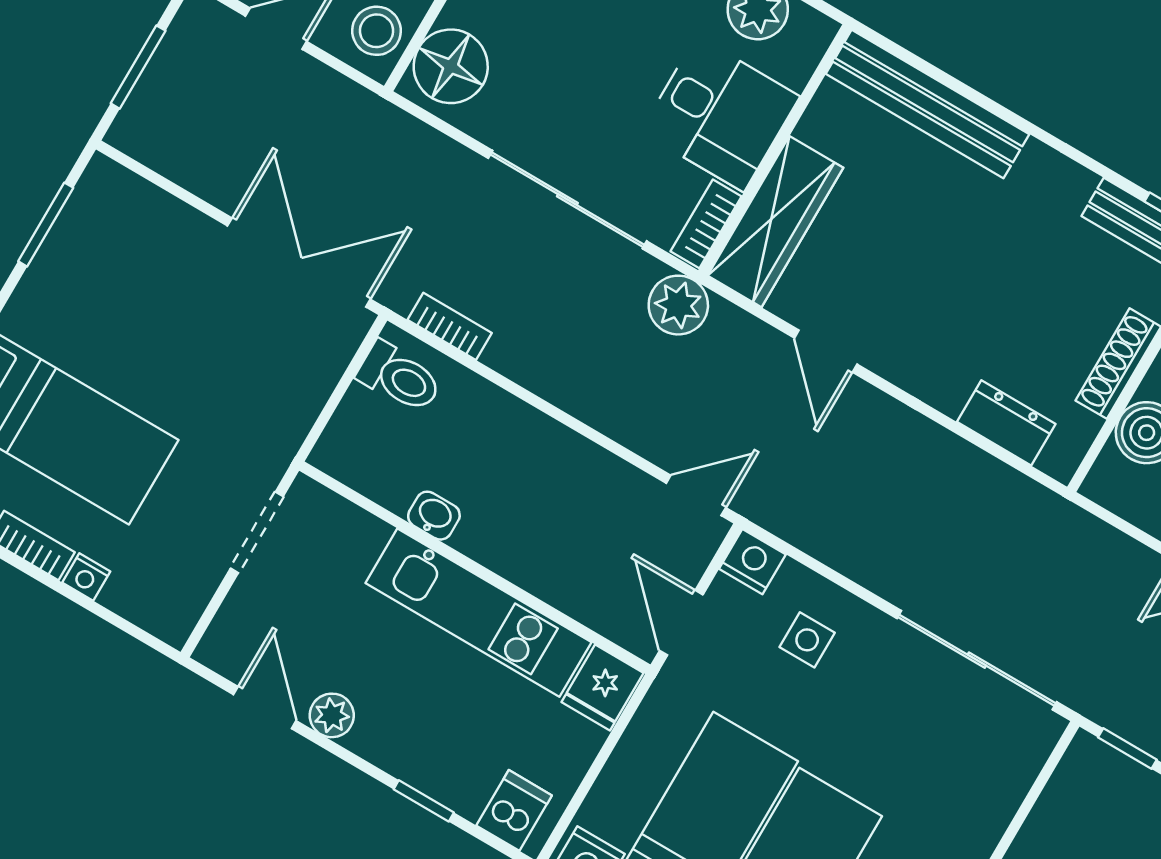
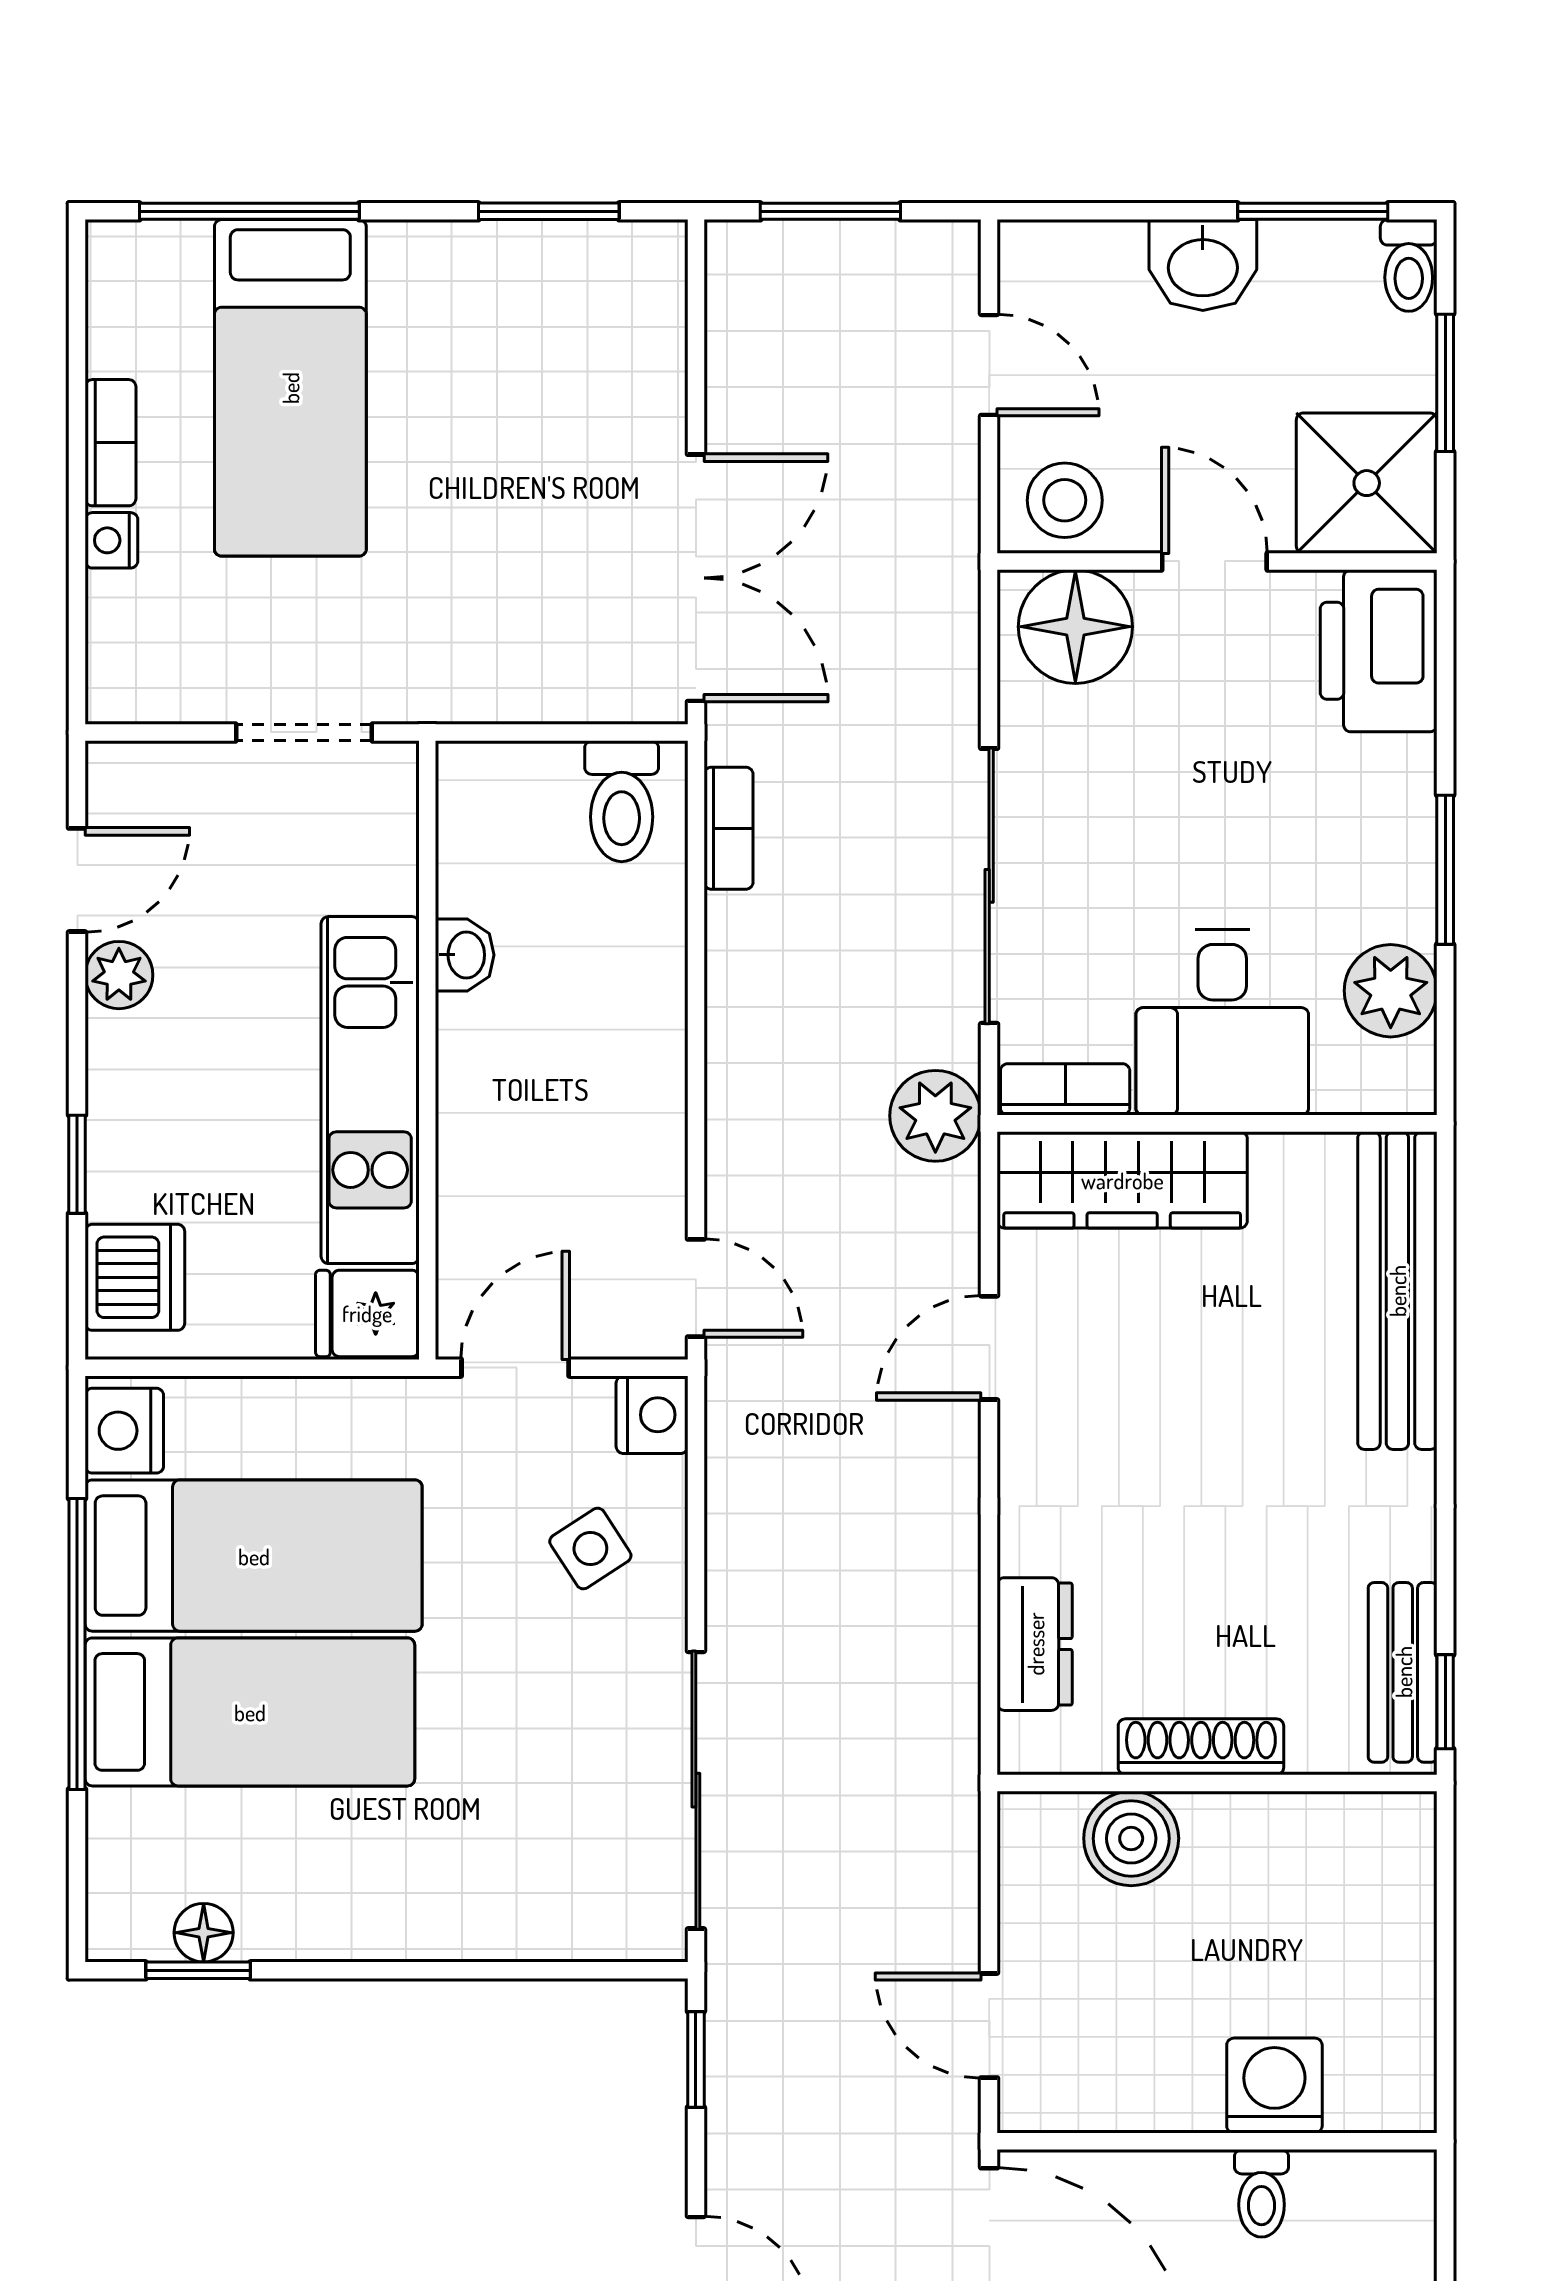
side table: (807, 640) -> (590, 1548), turned -33
dishwasher: (514, 810) -> (135, 1277), width x1.38

